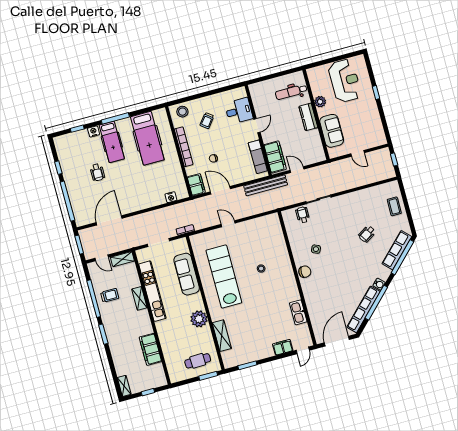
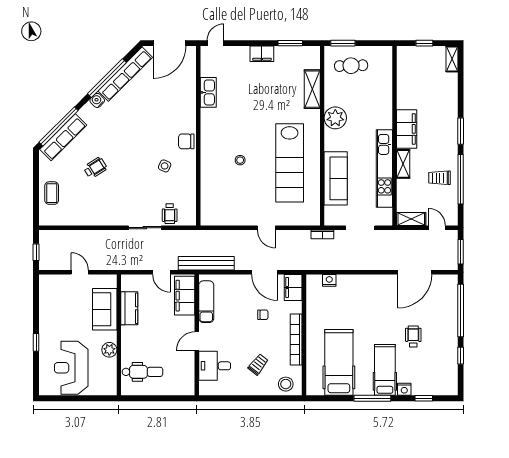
kitchen counter: (308, 117) -> (129, 308), moved
filing cabinet: (283, 347) -> (262, 54), moved
filing cabinet: (150, 349) -> (407, 129), moved

